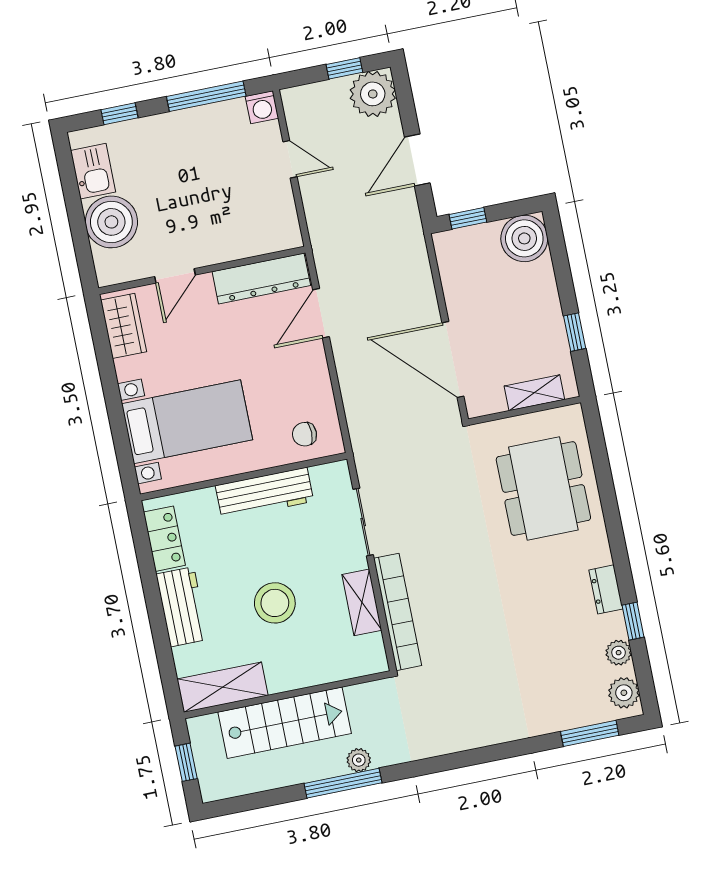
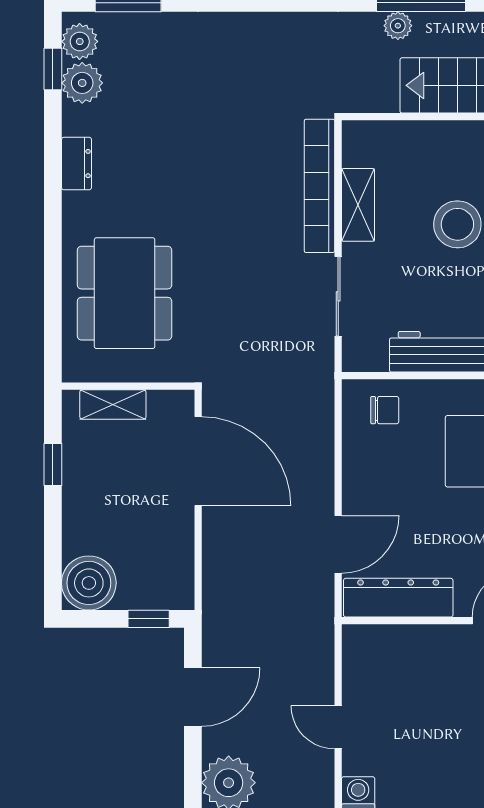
window: (633, 621) -> (53, 69), moved
plant: (619, 653) -> (82, 83), width x1.38, depth x1.38

